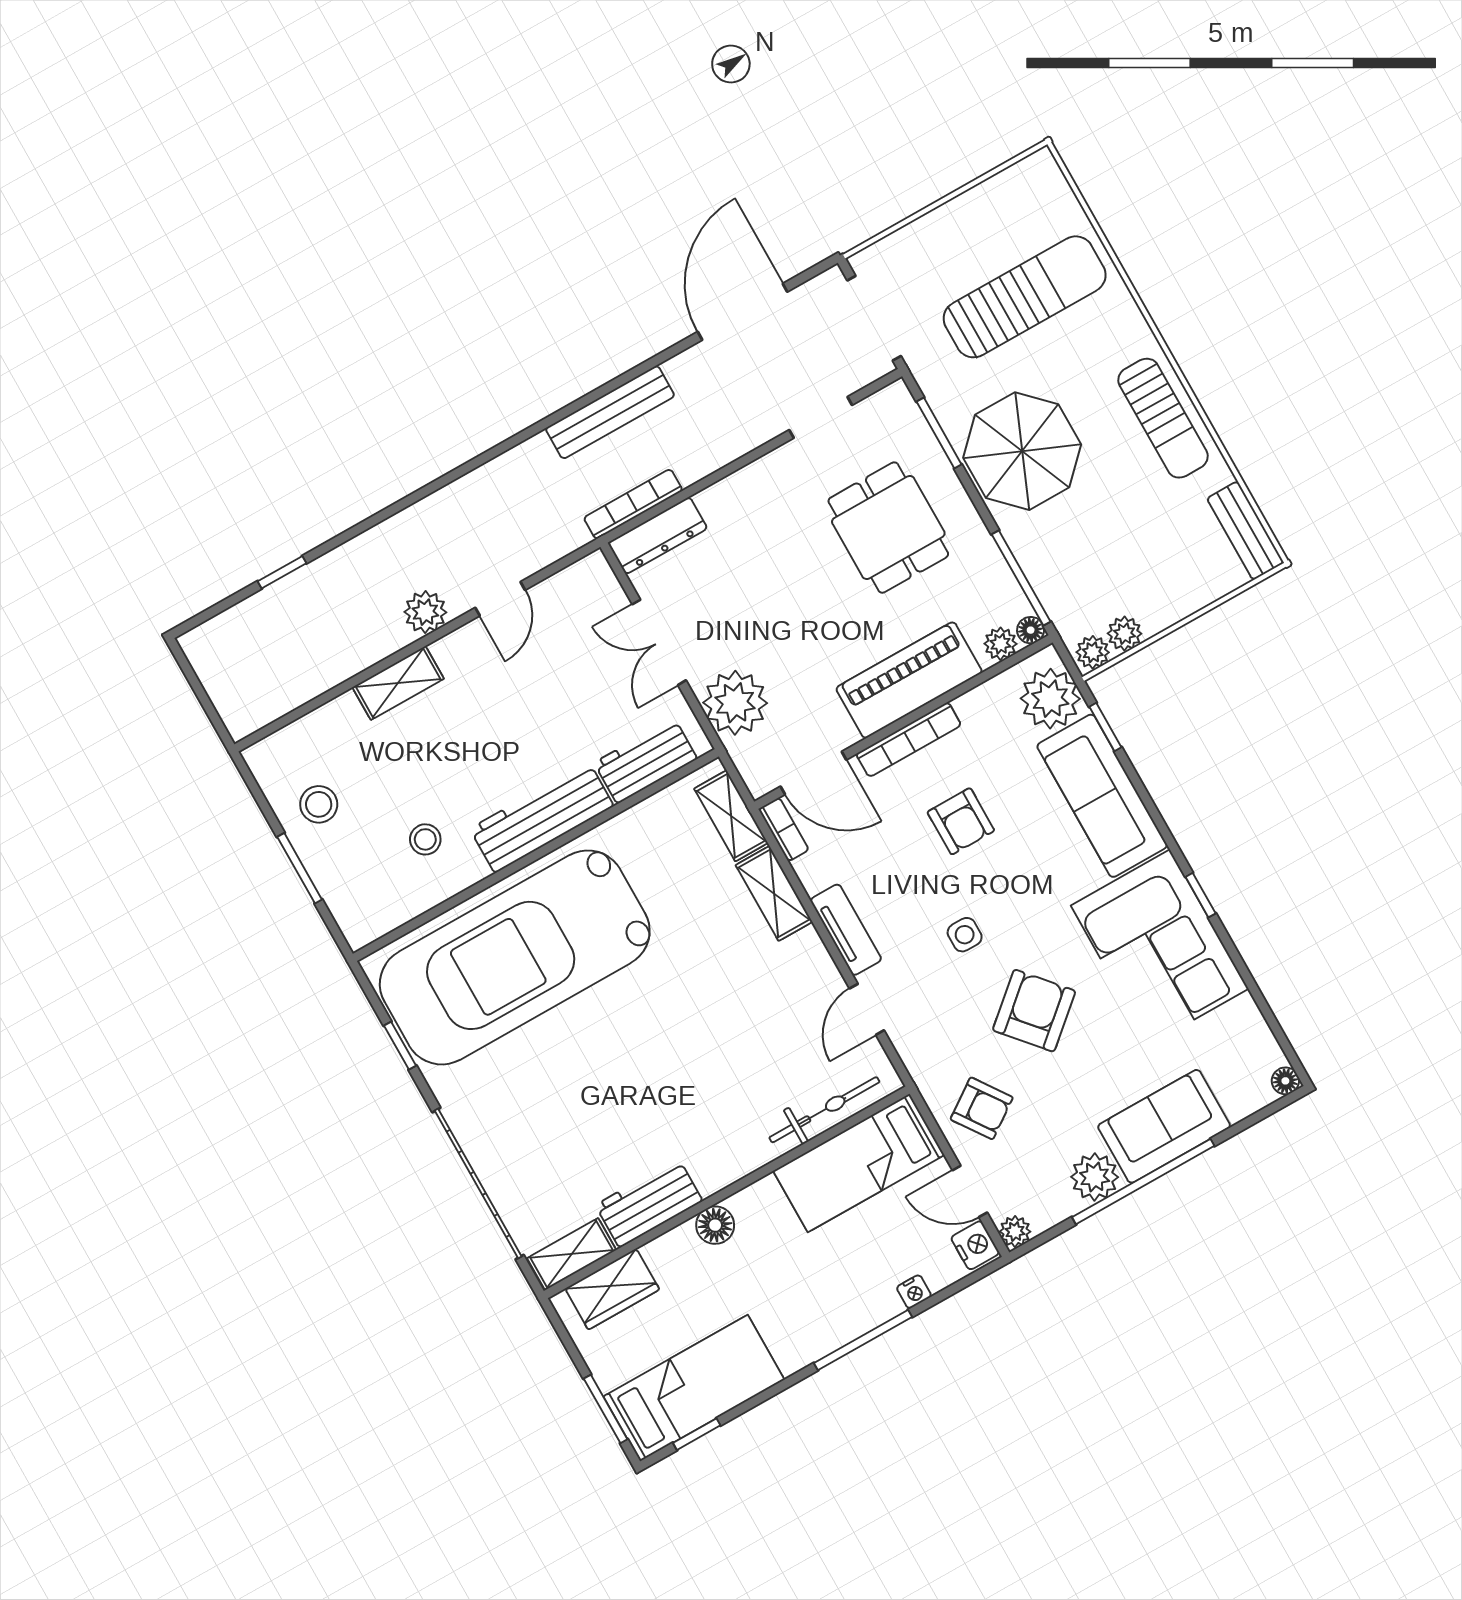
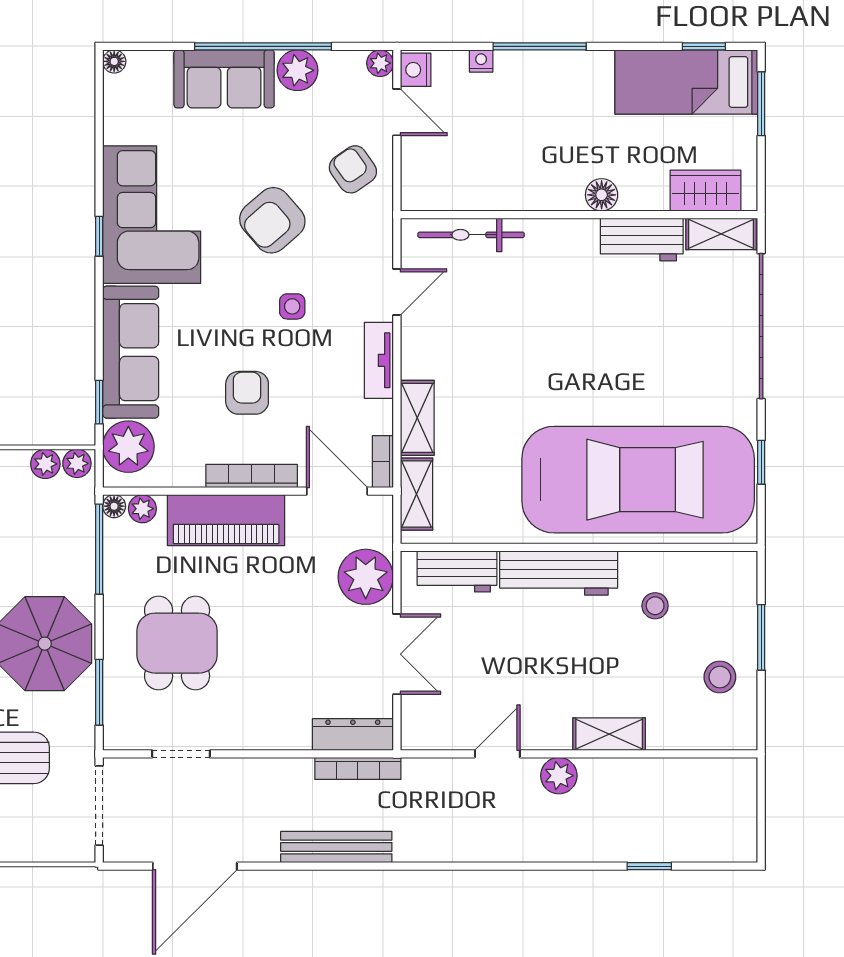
bed: (859, 1163) -> (468, 181), removed

